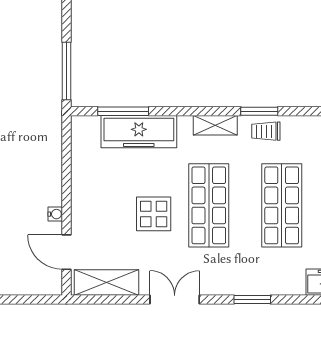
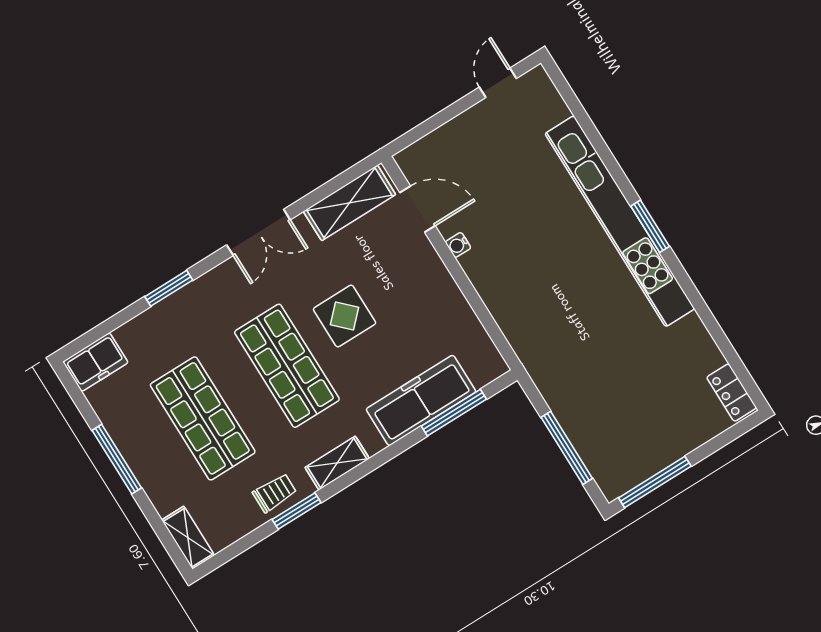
window: (67, 71) -> (567, 448), moved

